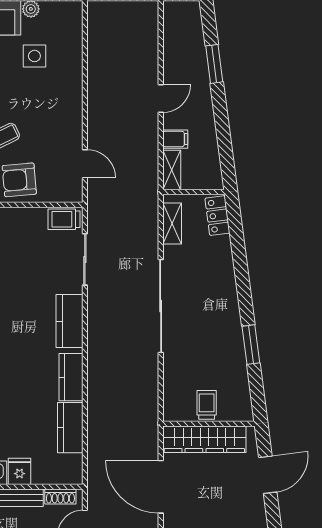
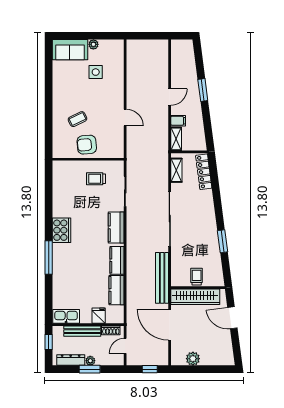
window: (214, 64) -> (203, 90), moved
door: (85, 164) -> (125, 118), moved
locker: (217, 216) -> (204, 172), width x1.53
trolley: (64, 219) -> (96, 179), moved
bench: (148, 407) -> (162, 278), added
fridge: (20, 471) -> (99, 316), moved
door: (268, 475) -> (232, 318), swing flipped

